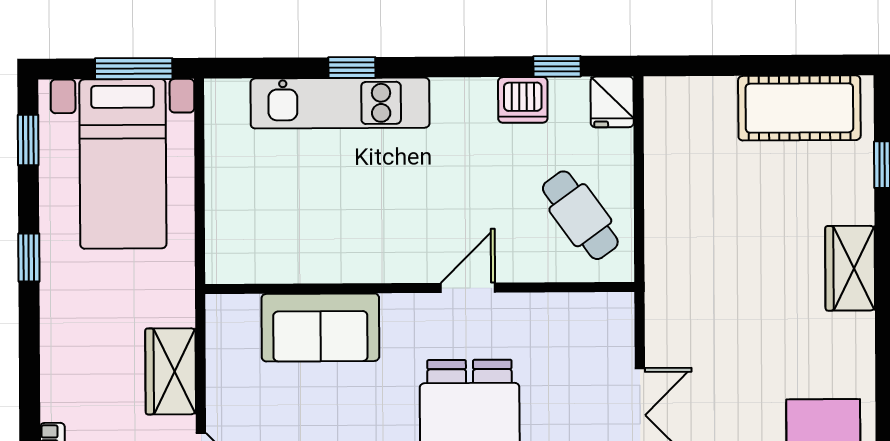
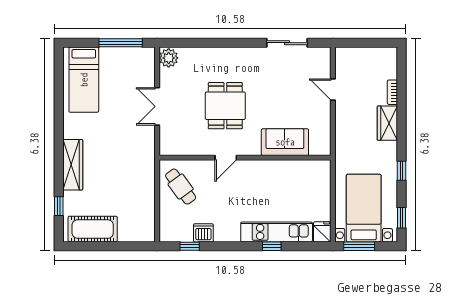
fridge: (612, 102) -> (322, 232), moved
wardrobe: (850, 268) -> (73, 165), width x1.50
wardrobe: (171, 371) -> (387, 123), moved, turned 180

